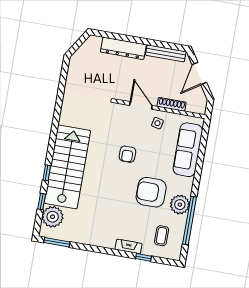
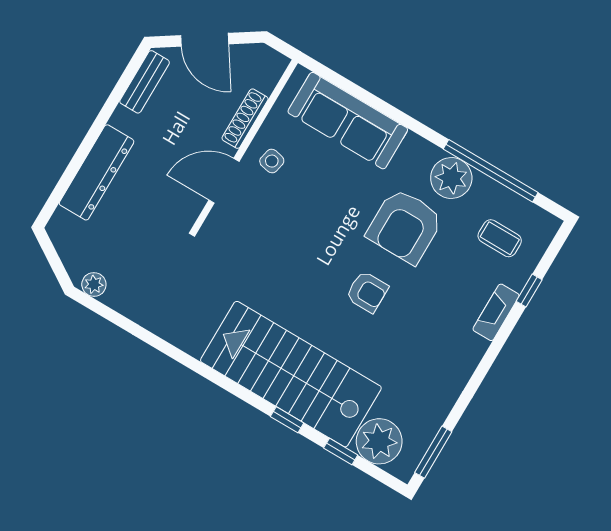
bench: (166, 53) -> (145, 82), width x0.73
plant: (74, 66) -> (94, 284), added
armchair: (127, 154) -> (367, 292), moved

